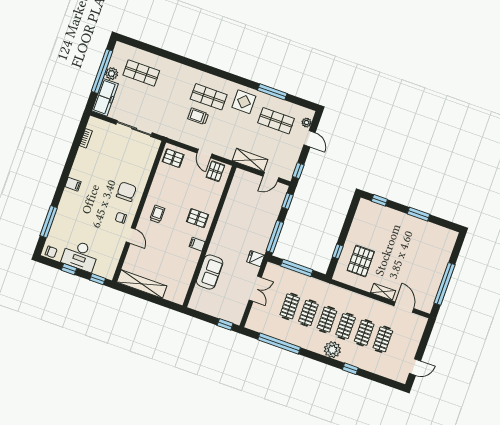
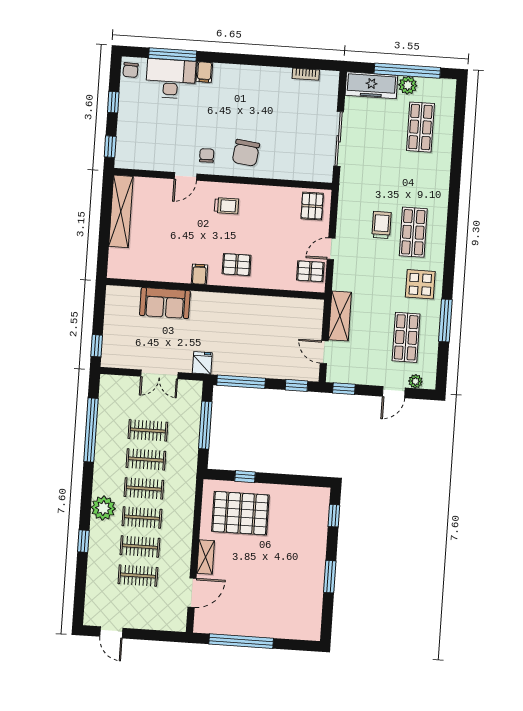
filing cabinet: (73, 184) -> (204, 72), moved
chair: (126, 192) -> (246, 153), turned 97
pallet: (198, 218) -> (237, 265), turned 90
desk: (80, 256) -> (171, 79), moved, turned 90
pallet: (361, 261) -> (240, 513), width x1.37, depth x1.41

